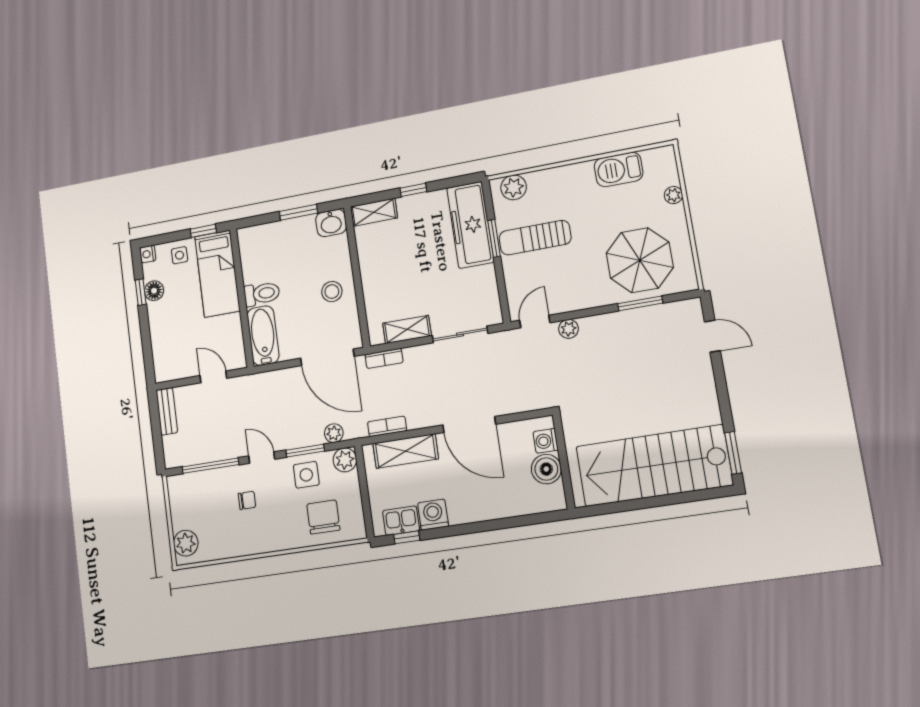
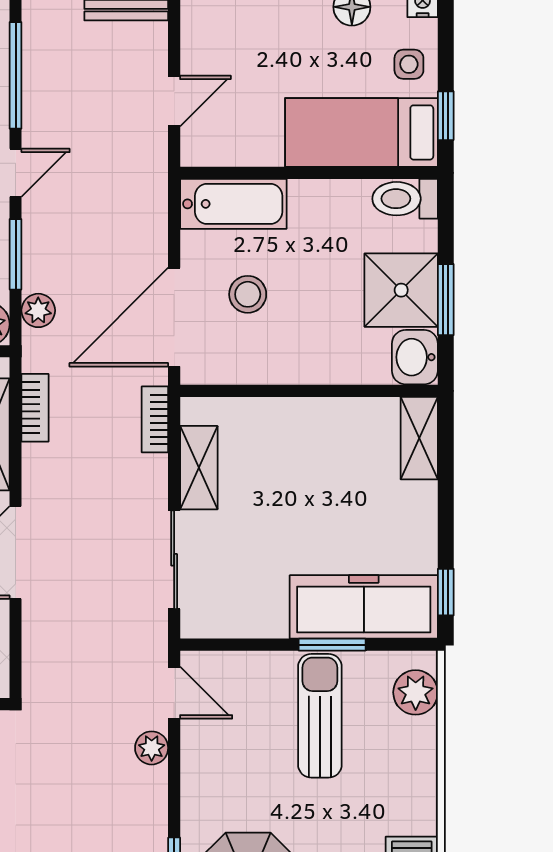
window: (413, 190) -> (446, 592), moved
shower: (297, 237) -> (401, 290), added
stool: (332, 292) -> (248, 294), moved
toilet: (262, 294) -> (405, 199), moved, turned 90

